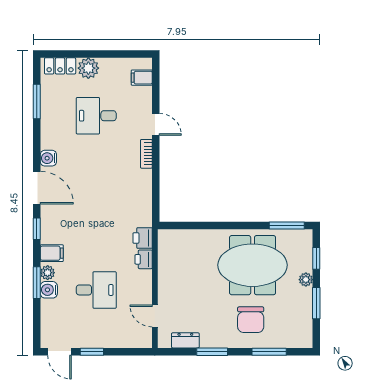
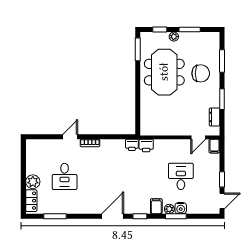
filing cabinet: (142, 78) -> (214, 146), moved
water cooler: (48, 158) -> (93, 208), removed
printer: (144, 259) -> (132, 145), moved

